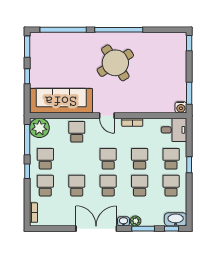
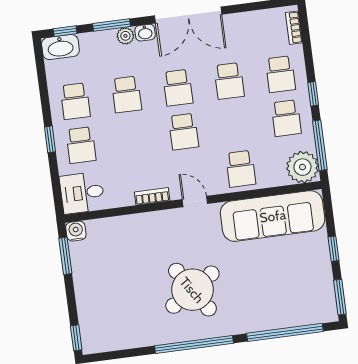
school desk: (140, 159) -> (132, 138), removed

